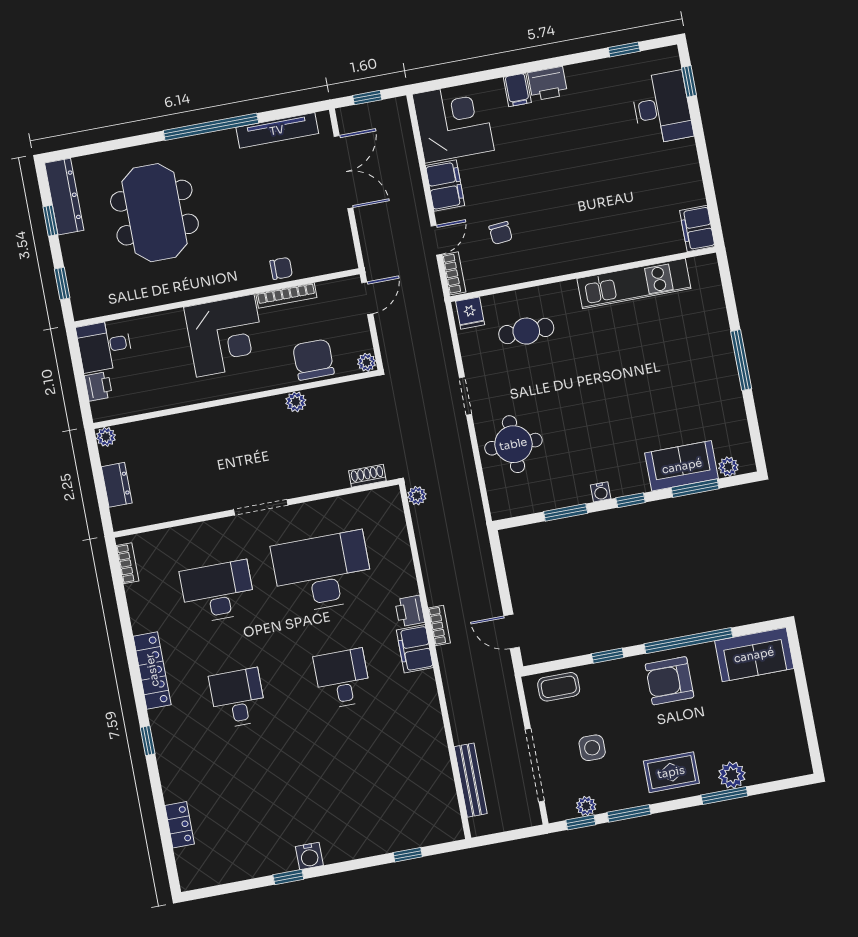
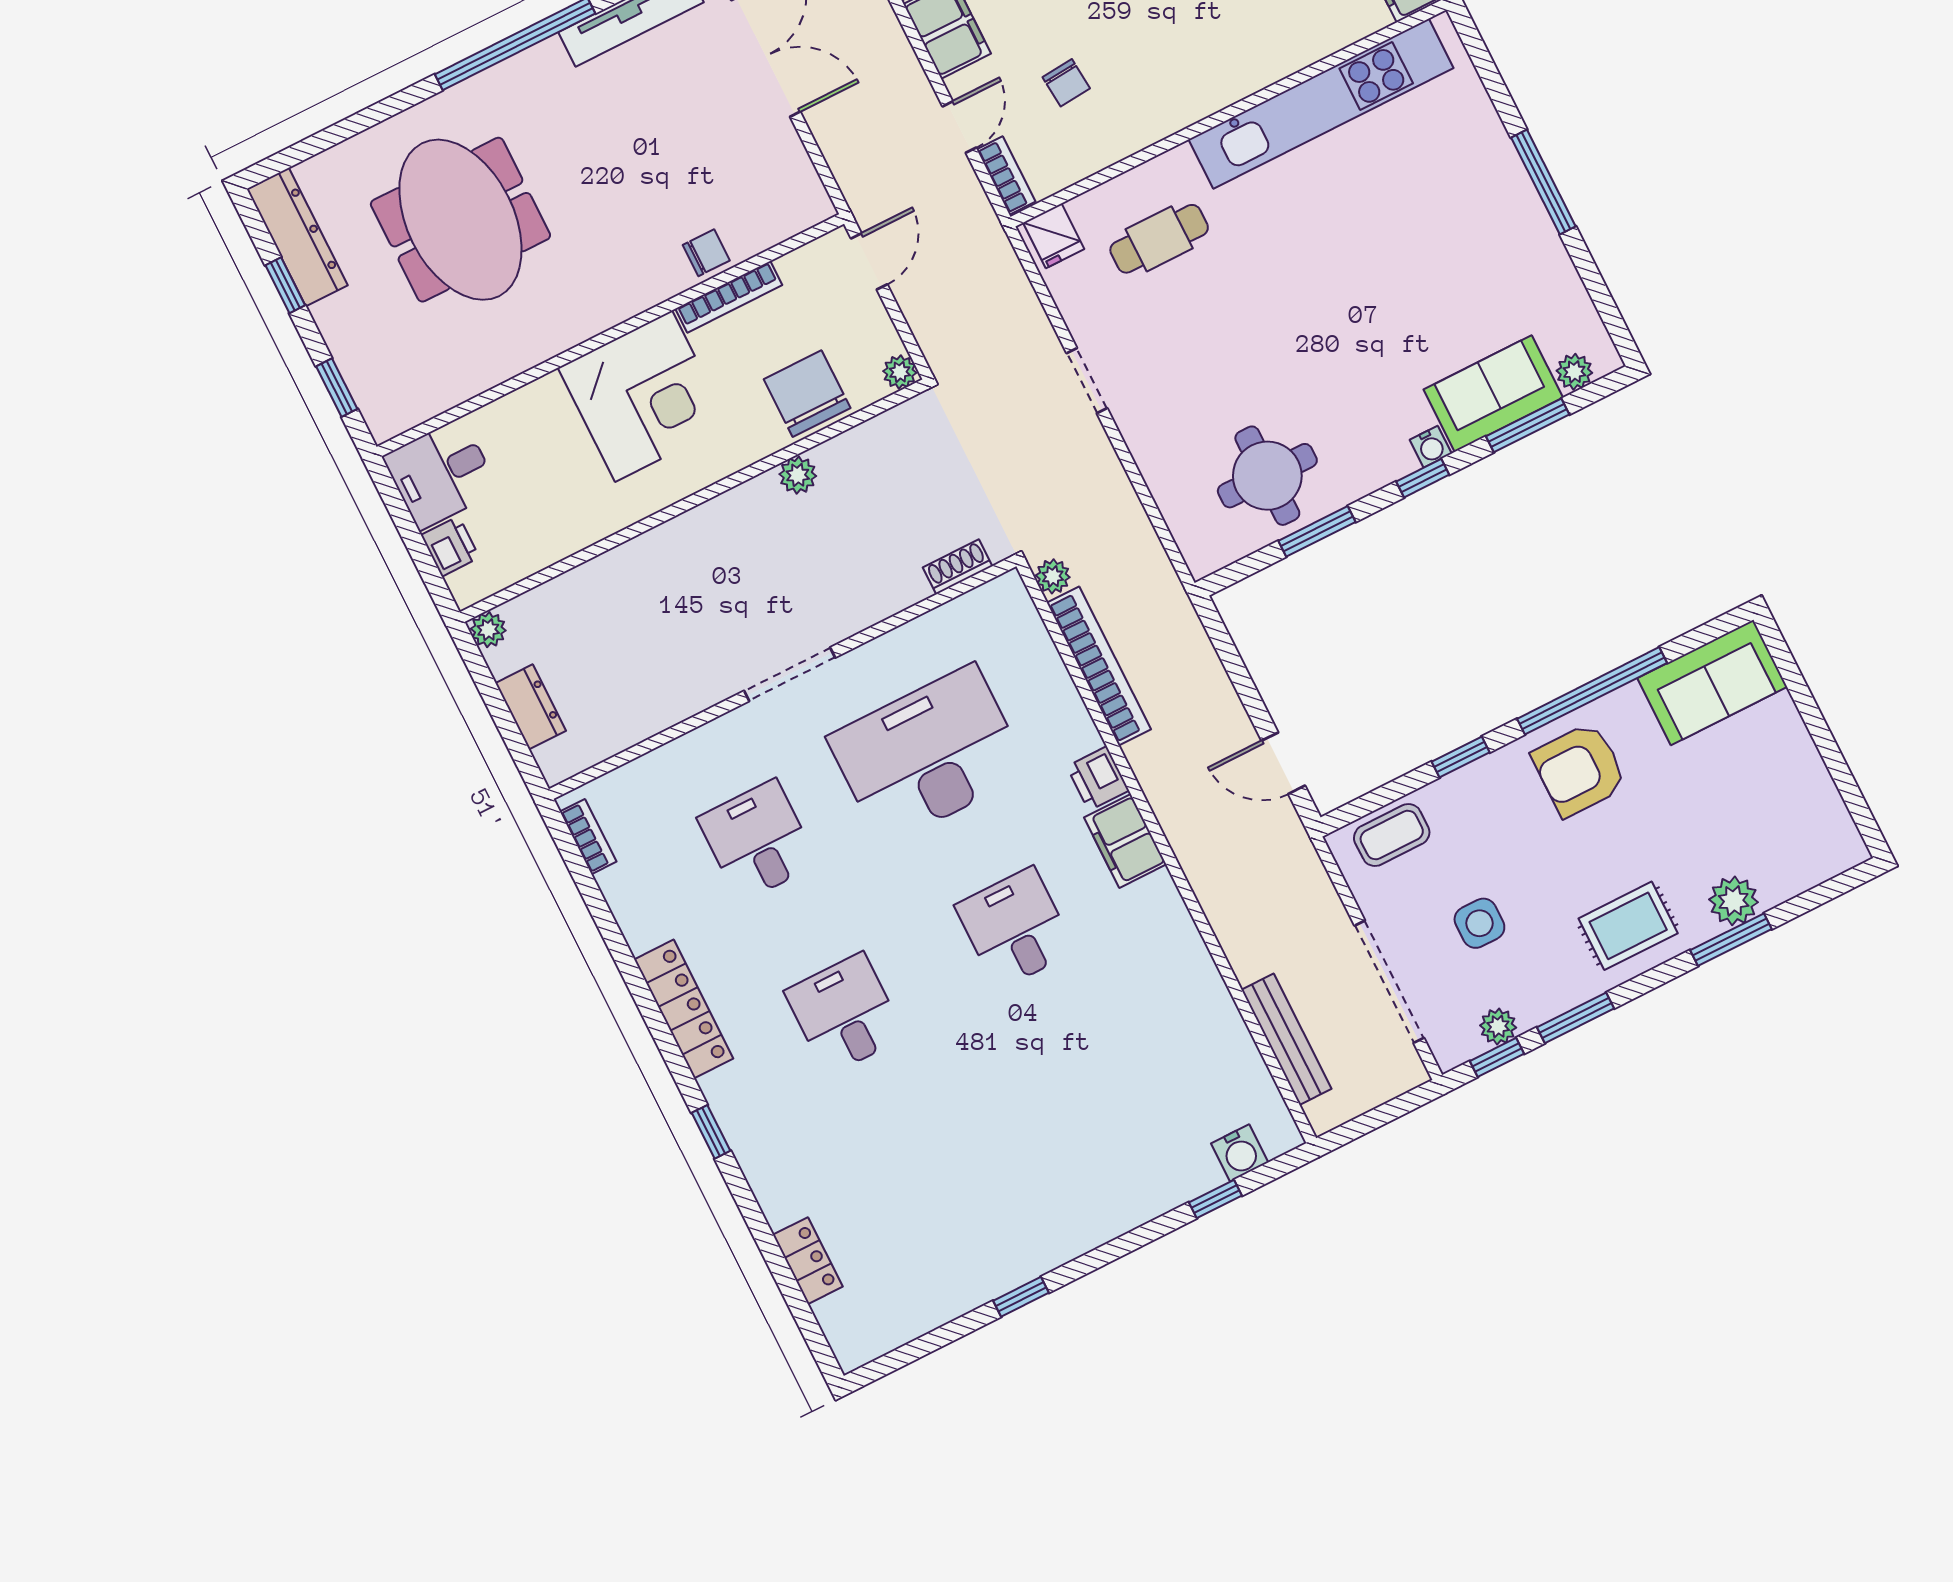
kitchen unit: (634, 284) -> (1321, 104), width x1.36
round table: (513, 444) -> (1267, 476), moved
water cooler: (601, 492) -> (1431, 447), moved
desk: (218, 592) -> (758, 841), width x0.73
bookcase: (439, 625) -> (1099, 666), moved, width x2.31, depth x1.31
water cooler: (309, 856) -> (1240, 1153), moved

